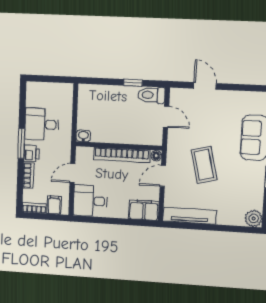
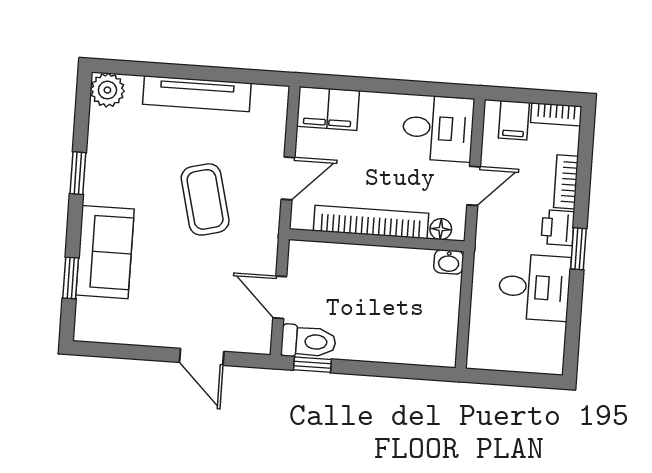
window: (133, 83) -> (312, 365), moved
window: (21, 143) -> (578, 249), width x0.67
floor lamp: (156, 156) -> (441, 229), moved
tv unit: (189, 216) -> (197, 94), moved

